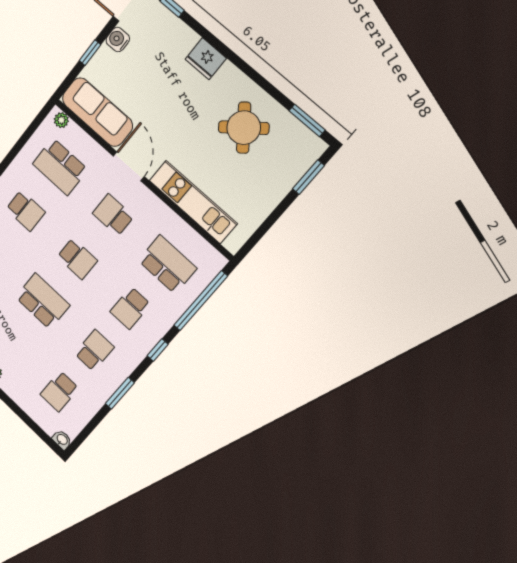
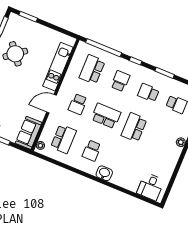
sofa: (97, 112) -> (29, 133), width x0.73
school desk: (26, 211) -> (92, 151), turned 180
school desk: (77, 259) -> (106, 116), width x1.85
school desk: (130, 308) -> (120, 81), turned -90

